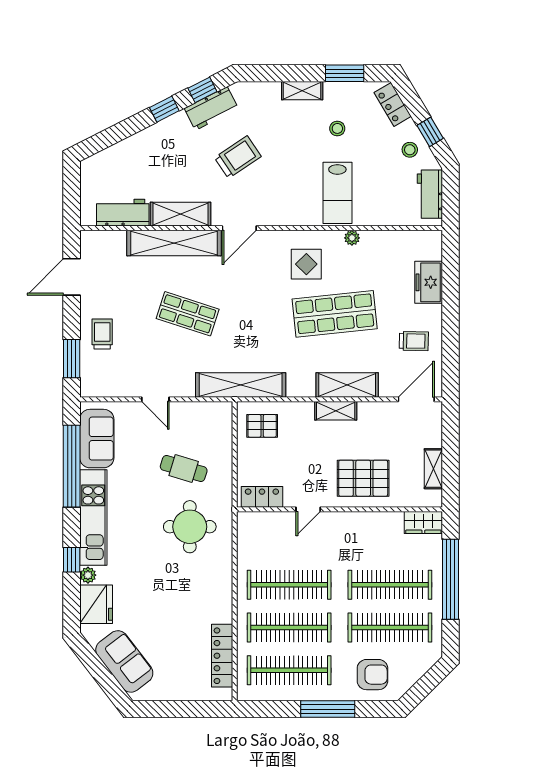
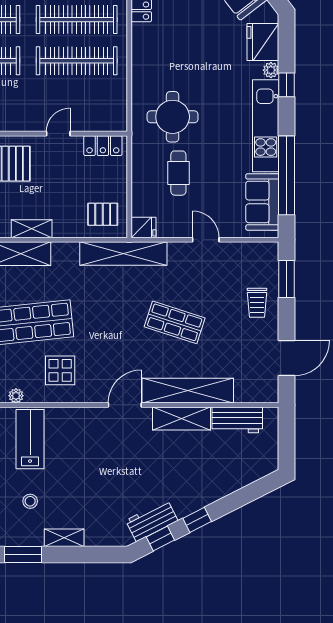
trolley: (238, 157) -> (126, 474), removed
fridge: (220, 412) -> (143, 228), added
cafe table: (184, 468) -> (178, 173), turned 73

